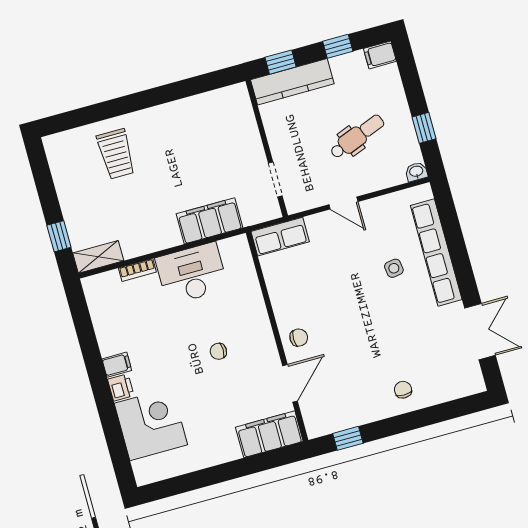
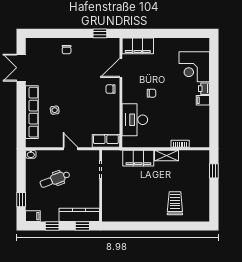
window: (424, 128) -> (21, 200), moved
shelving: (98, 257) -> (166, 155), moved
desk: (192, 274) -> (135, 120), moved, turned 90

